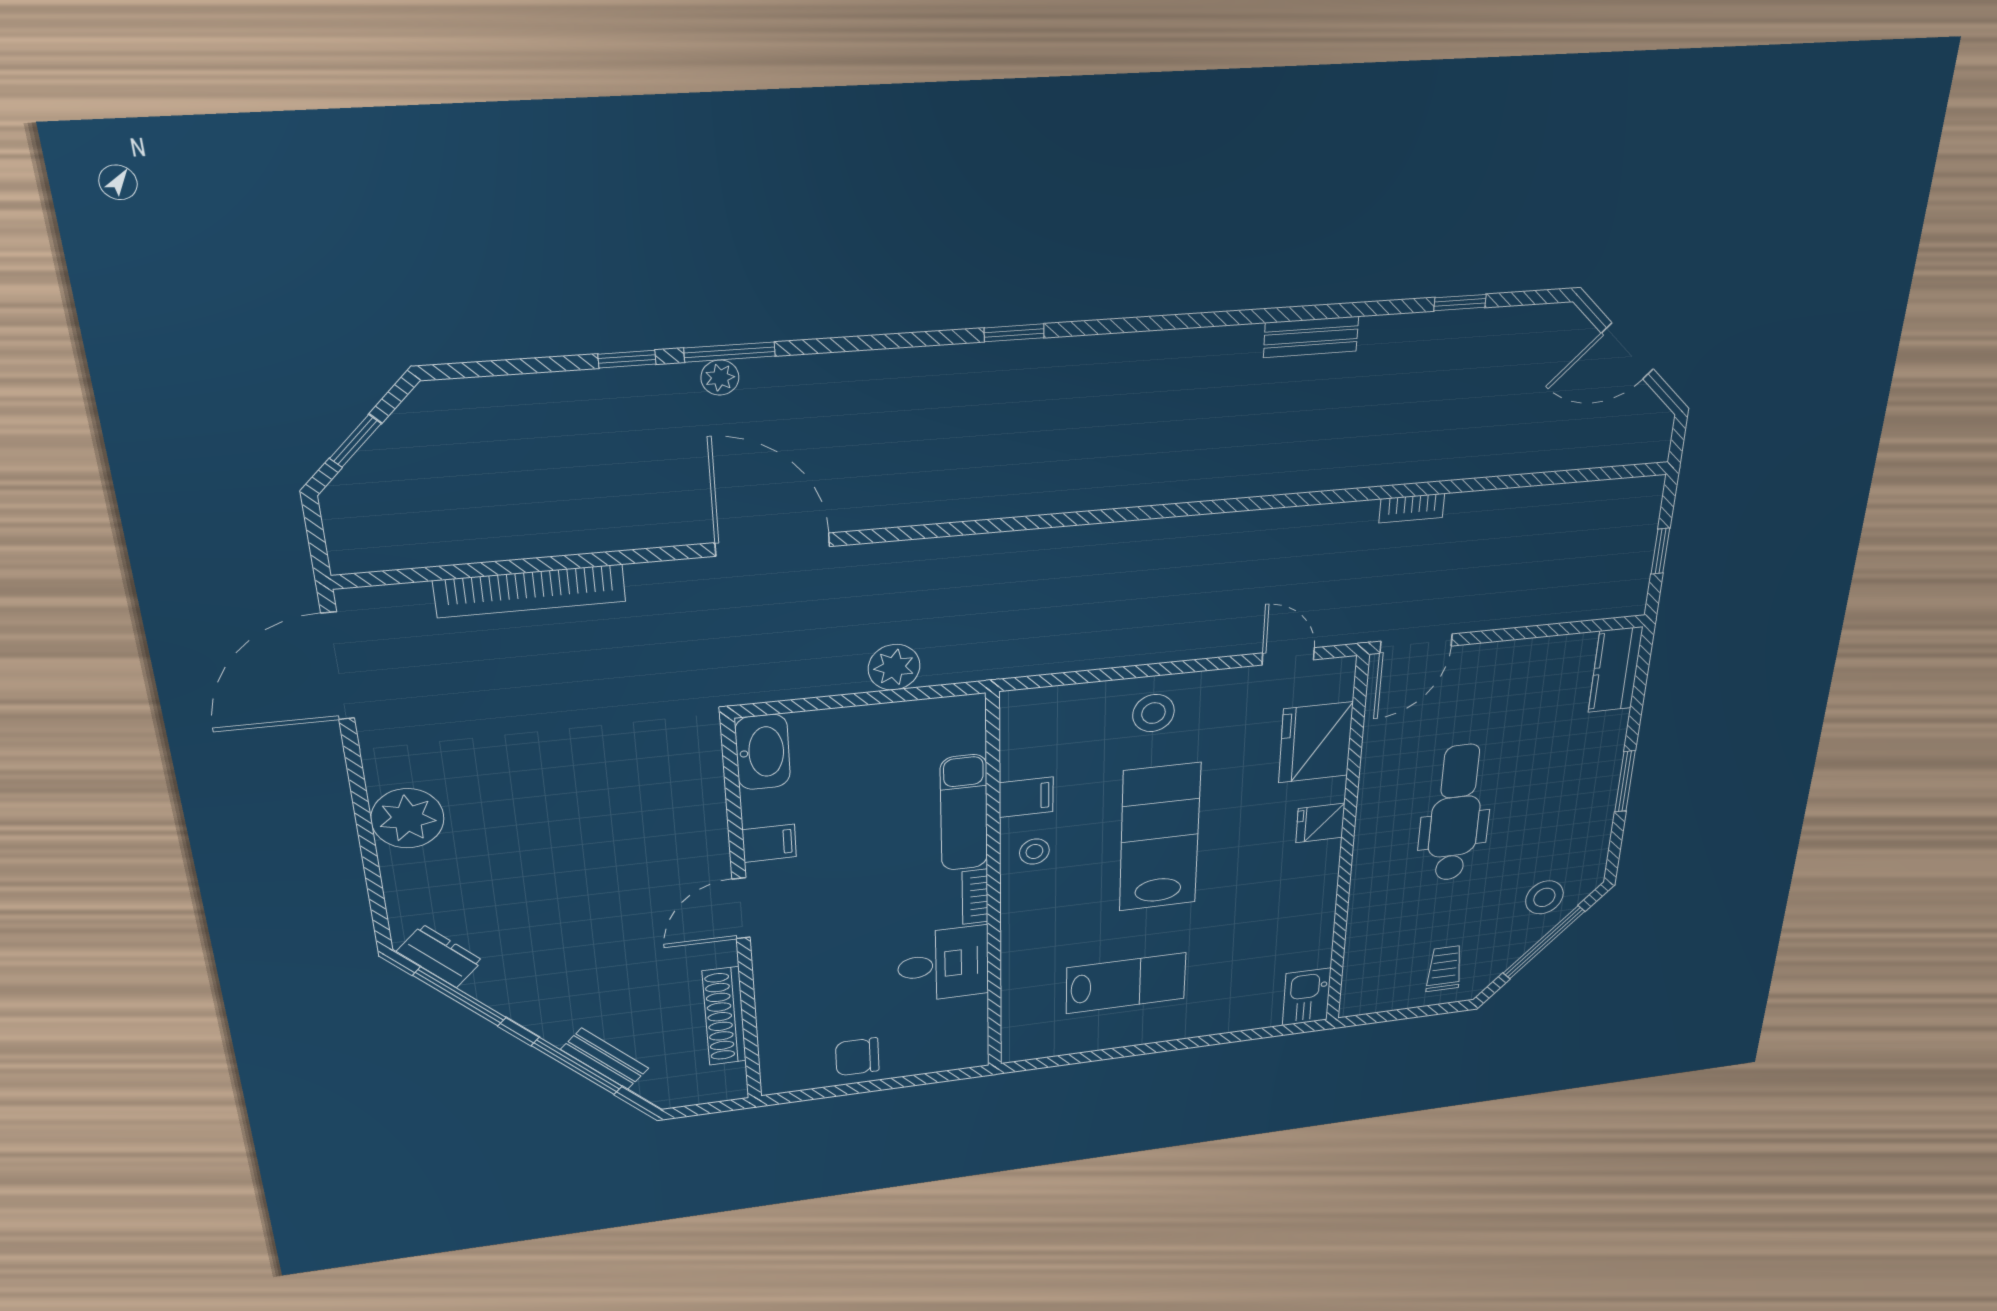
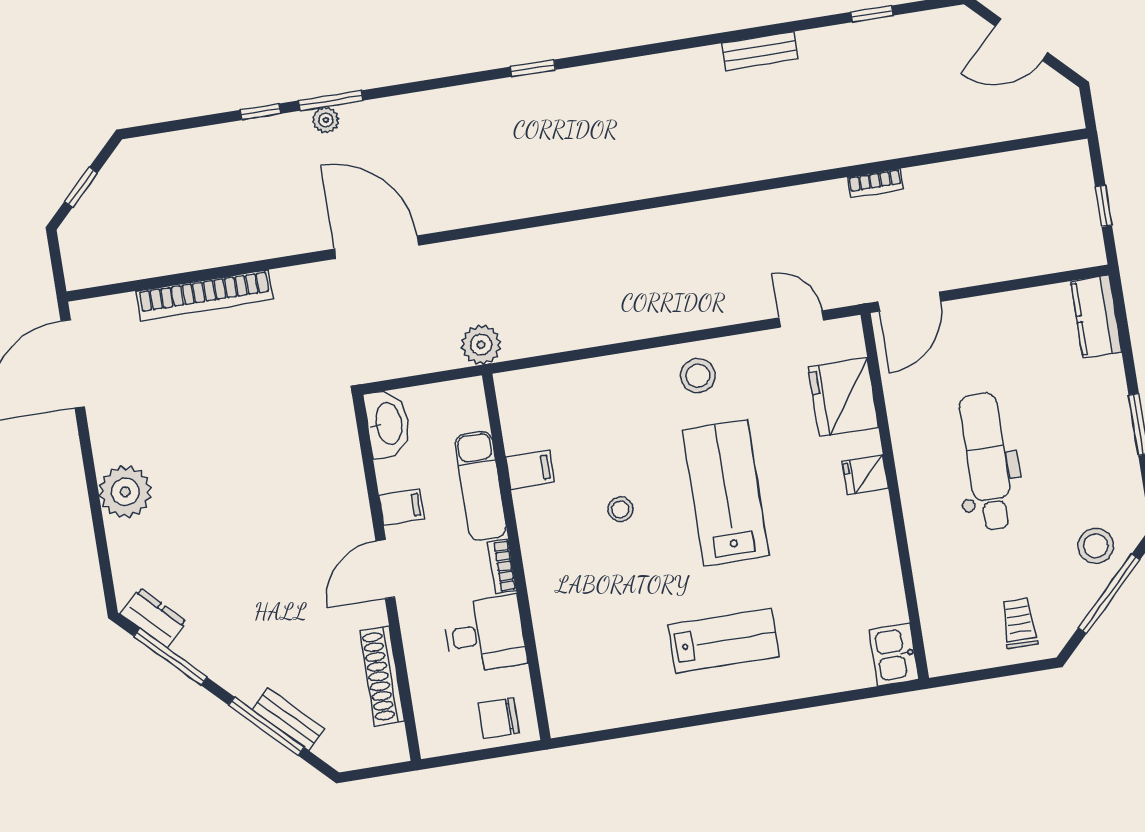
filing cabinet: (1026, 797) -> (530, 470), moved
exam couch: (964, 813) -> (481, 486), moved
wall: (994, 887) -> (516, 557), moved
bookcase: (975, 897) -> (502, 566), moved
desk: (943, 964) -> (485, 634), moved

